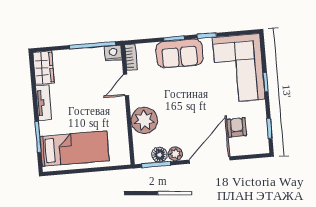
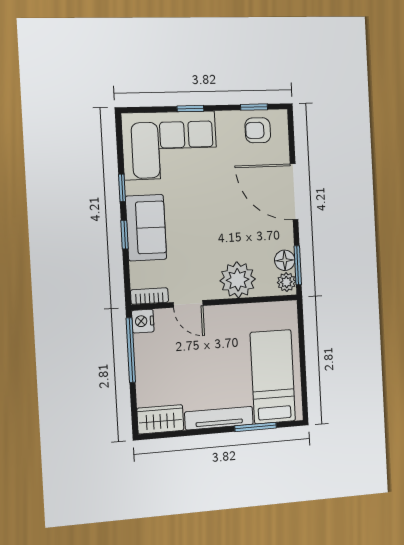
tv unit: (44, 103) -> (219, 418), width x1.41
armchair: (237, 127) -> (258, 130), moved
plant: (175, 154) -> (286, 282), moved

